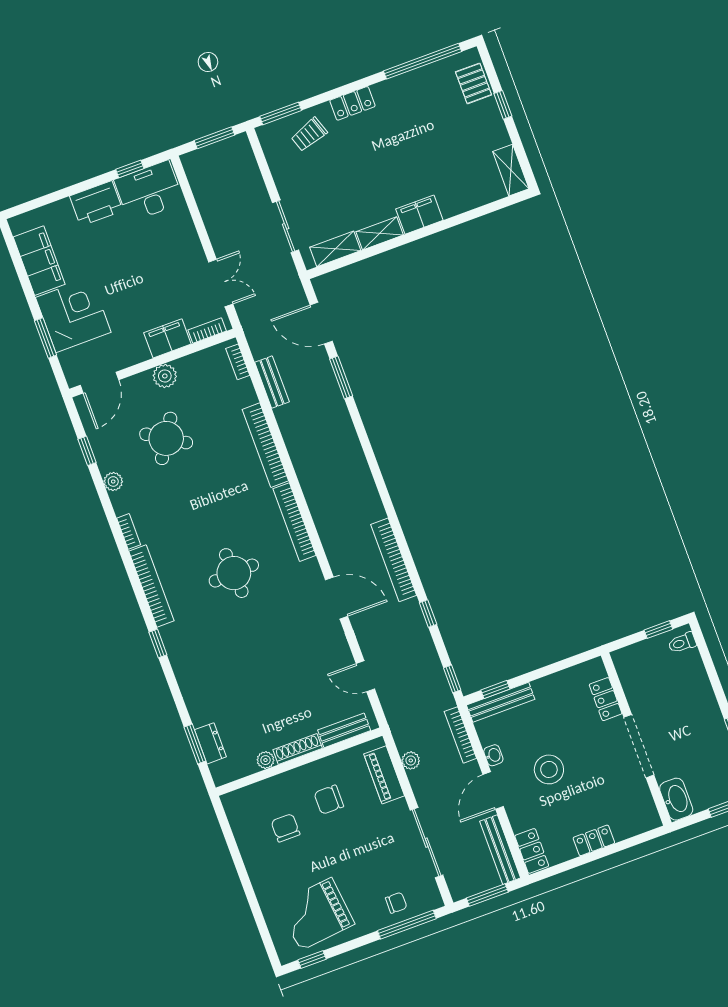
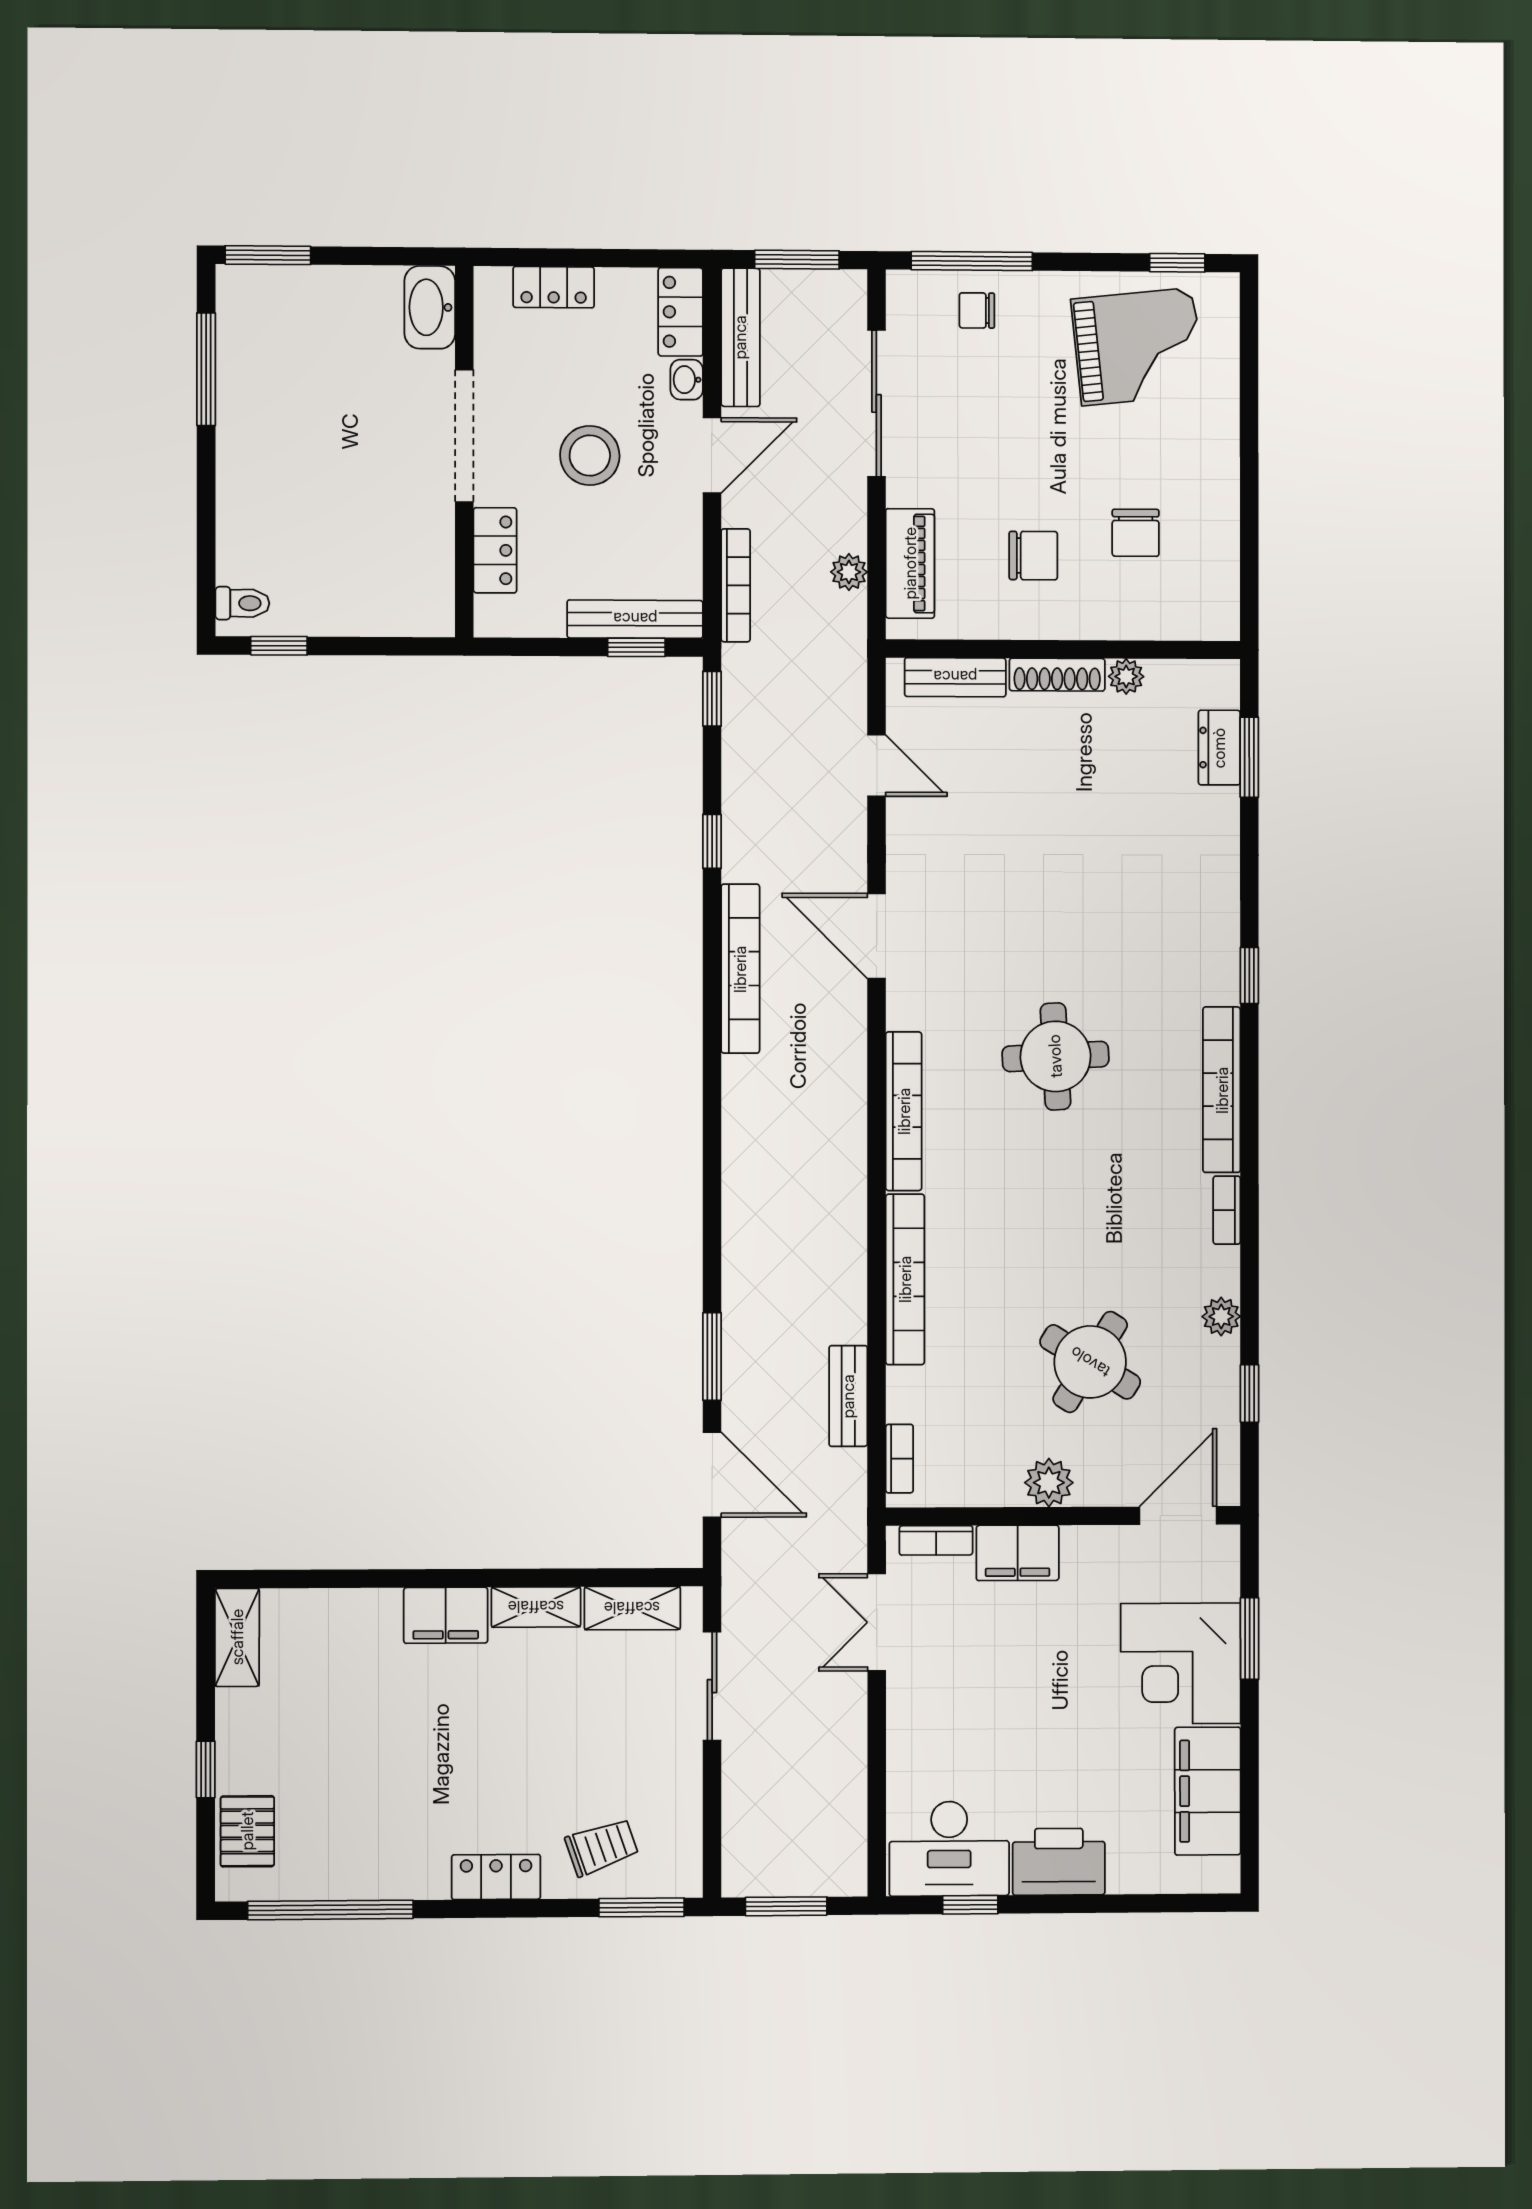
locker: (606, 699) -> (495, 550), moved
wall: (636, 739) -> (464, 452), moved
doorway: (639, 746) -> (464, 436), moved
washbasin: (493, 755) -> (687, 380), moved
washbasin: (676, 799) -> (430, 307), moved

